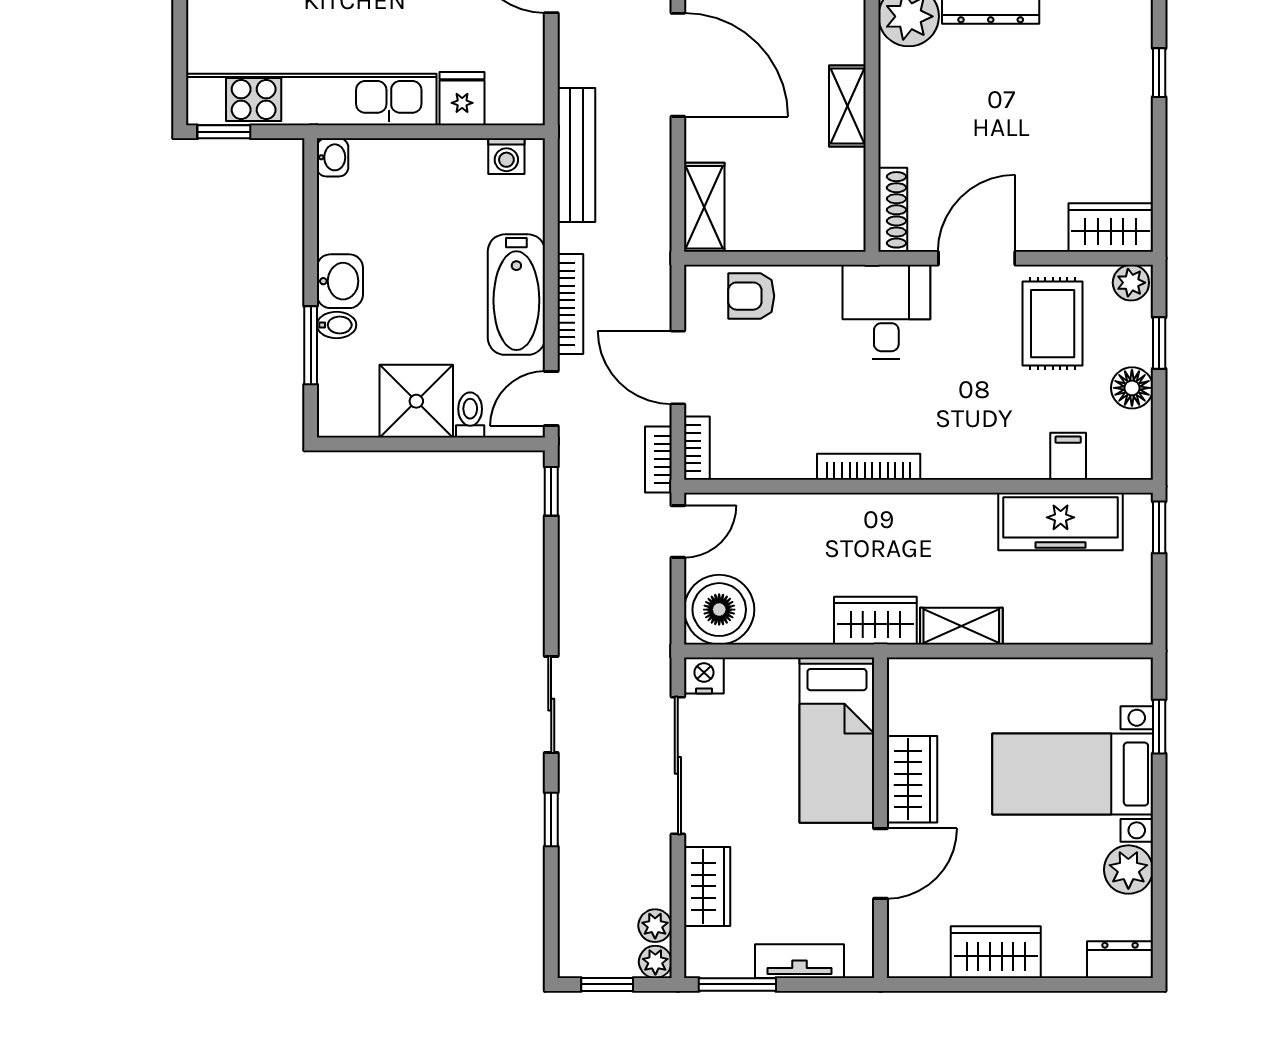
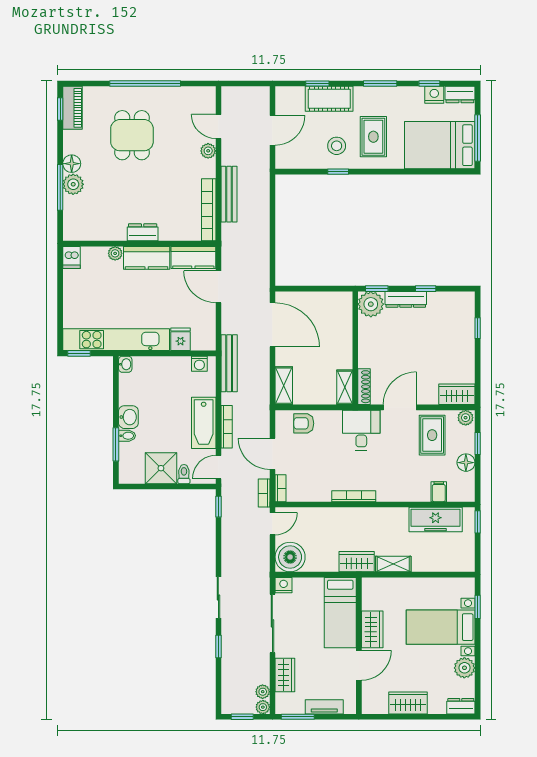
shelving: (847, 106) -> (345, 387), moved

